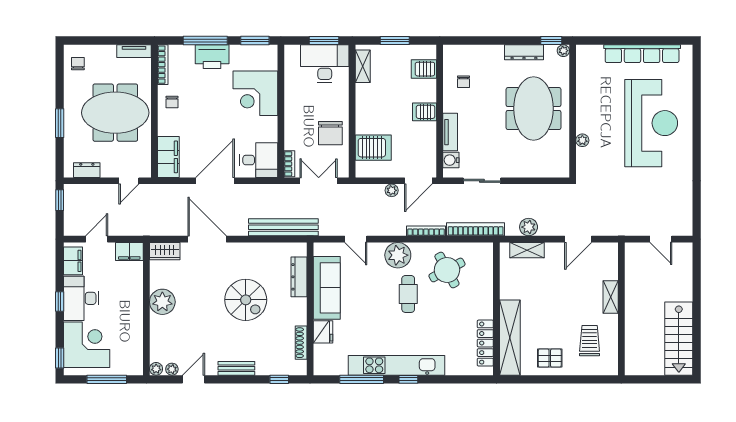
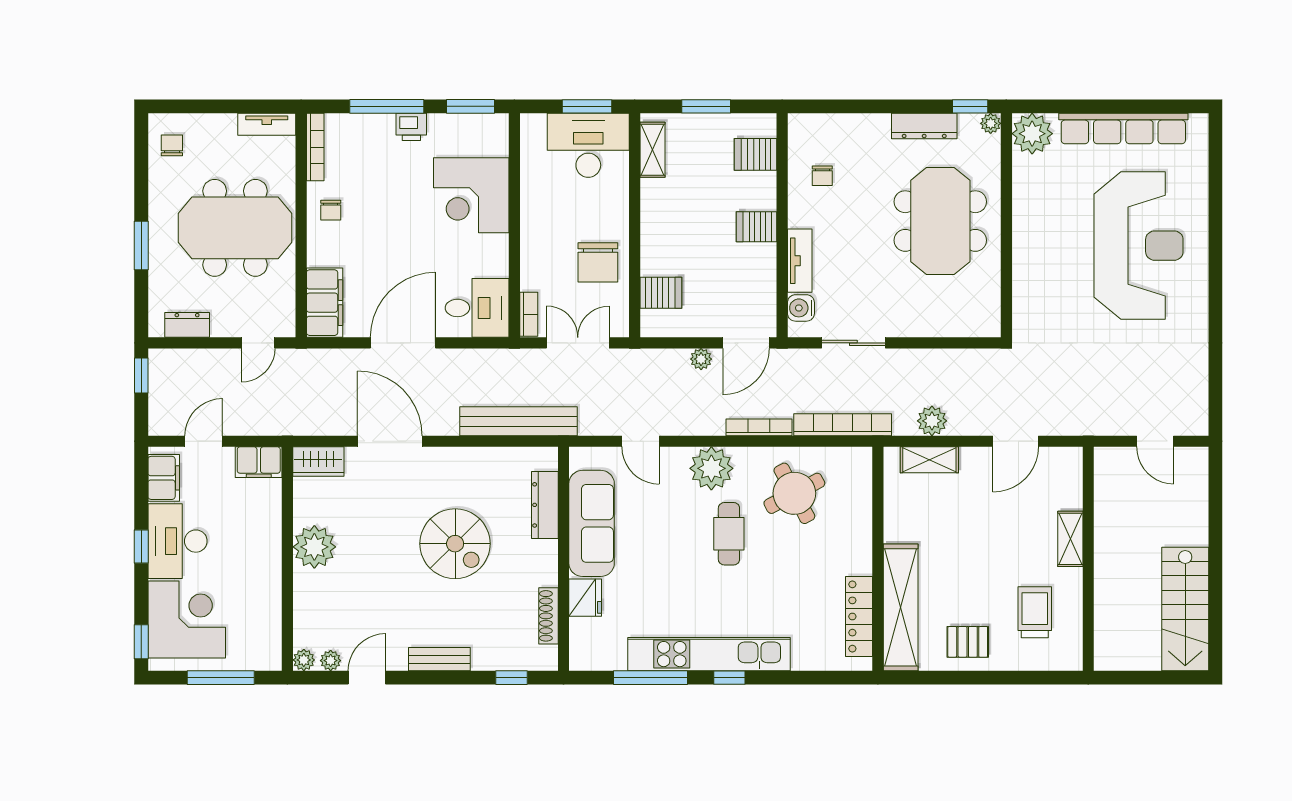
printer: (212, 57) -> (411, 127), width x0.53, depth x0.68
plant: (582, 140) -> (1032, 134), moved, width x1.88, depth x1.88
server rack: (373, 148) -> (661, 293), width x0.73, depth x0.70

